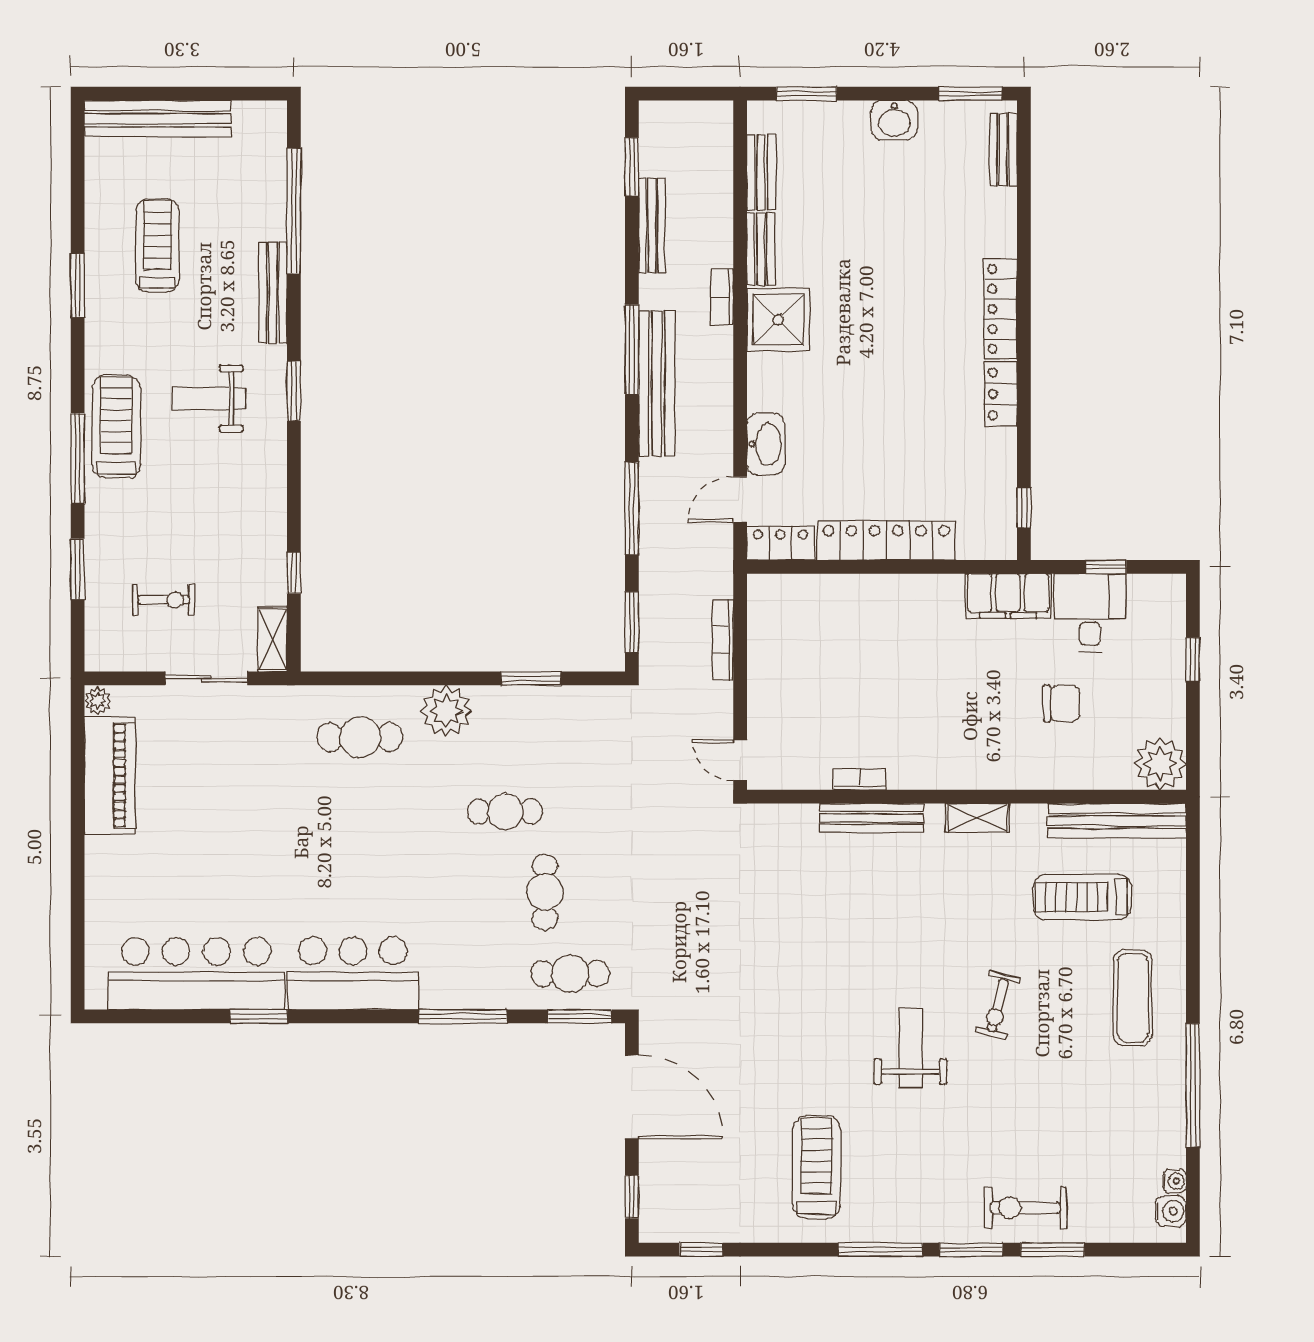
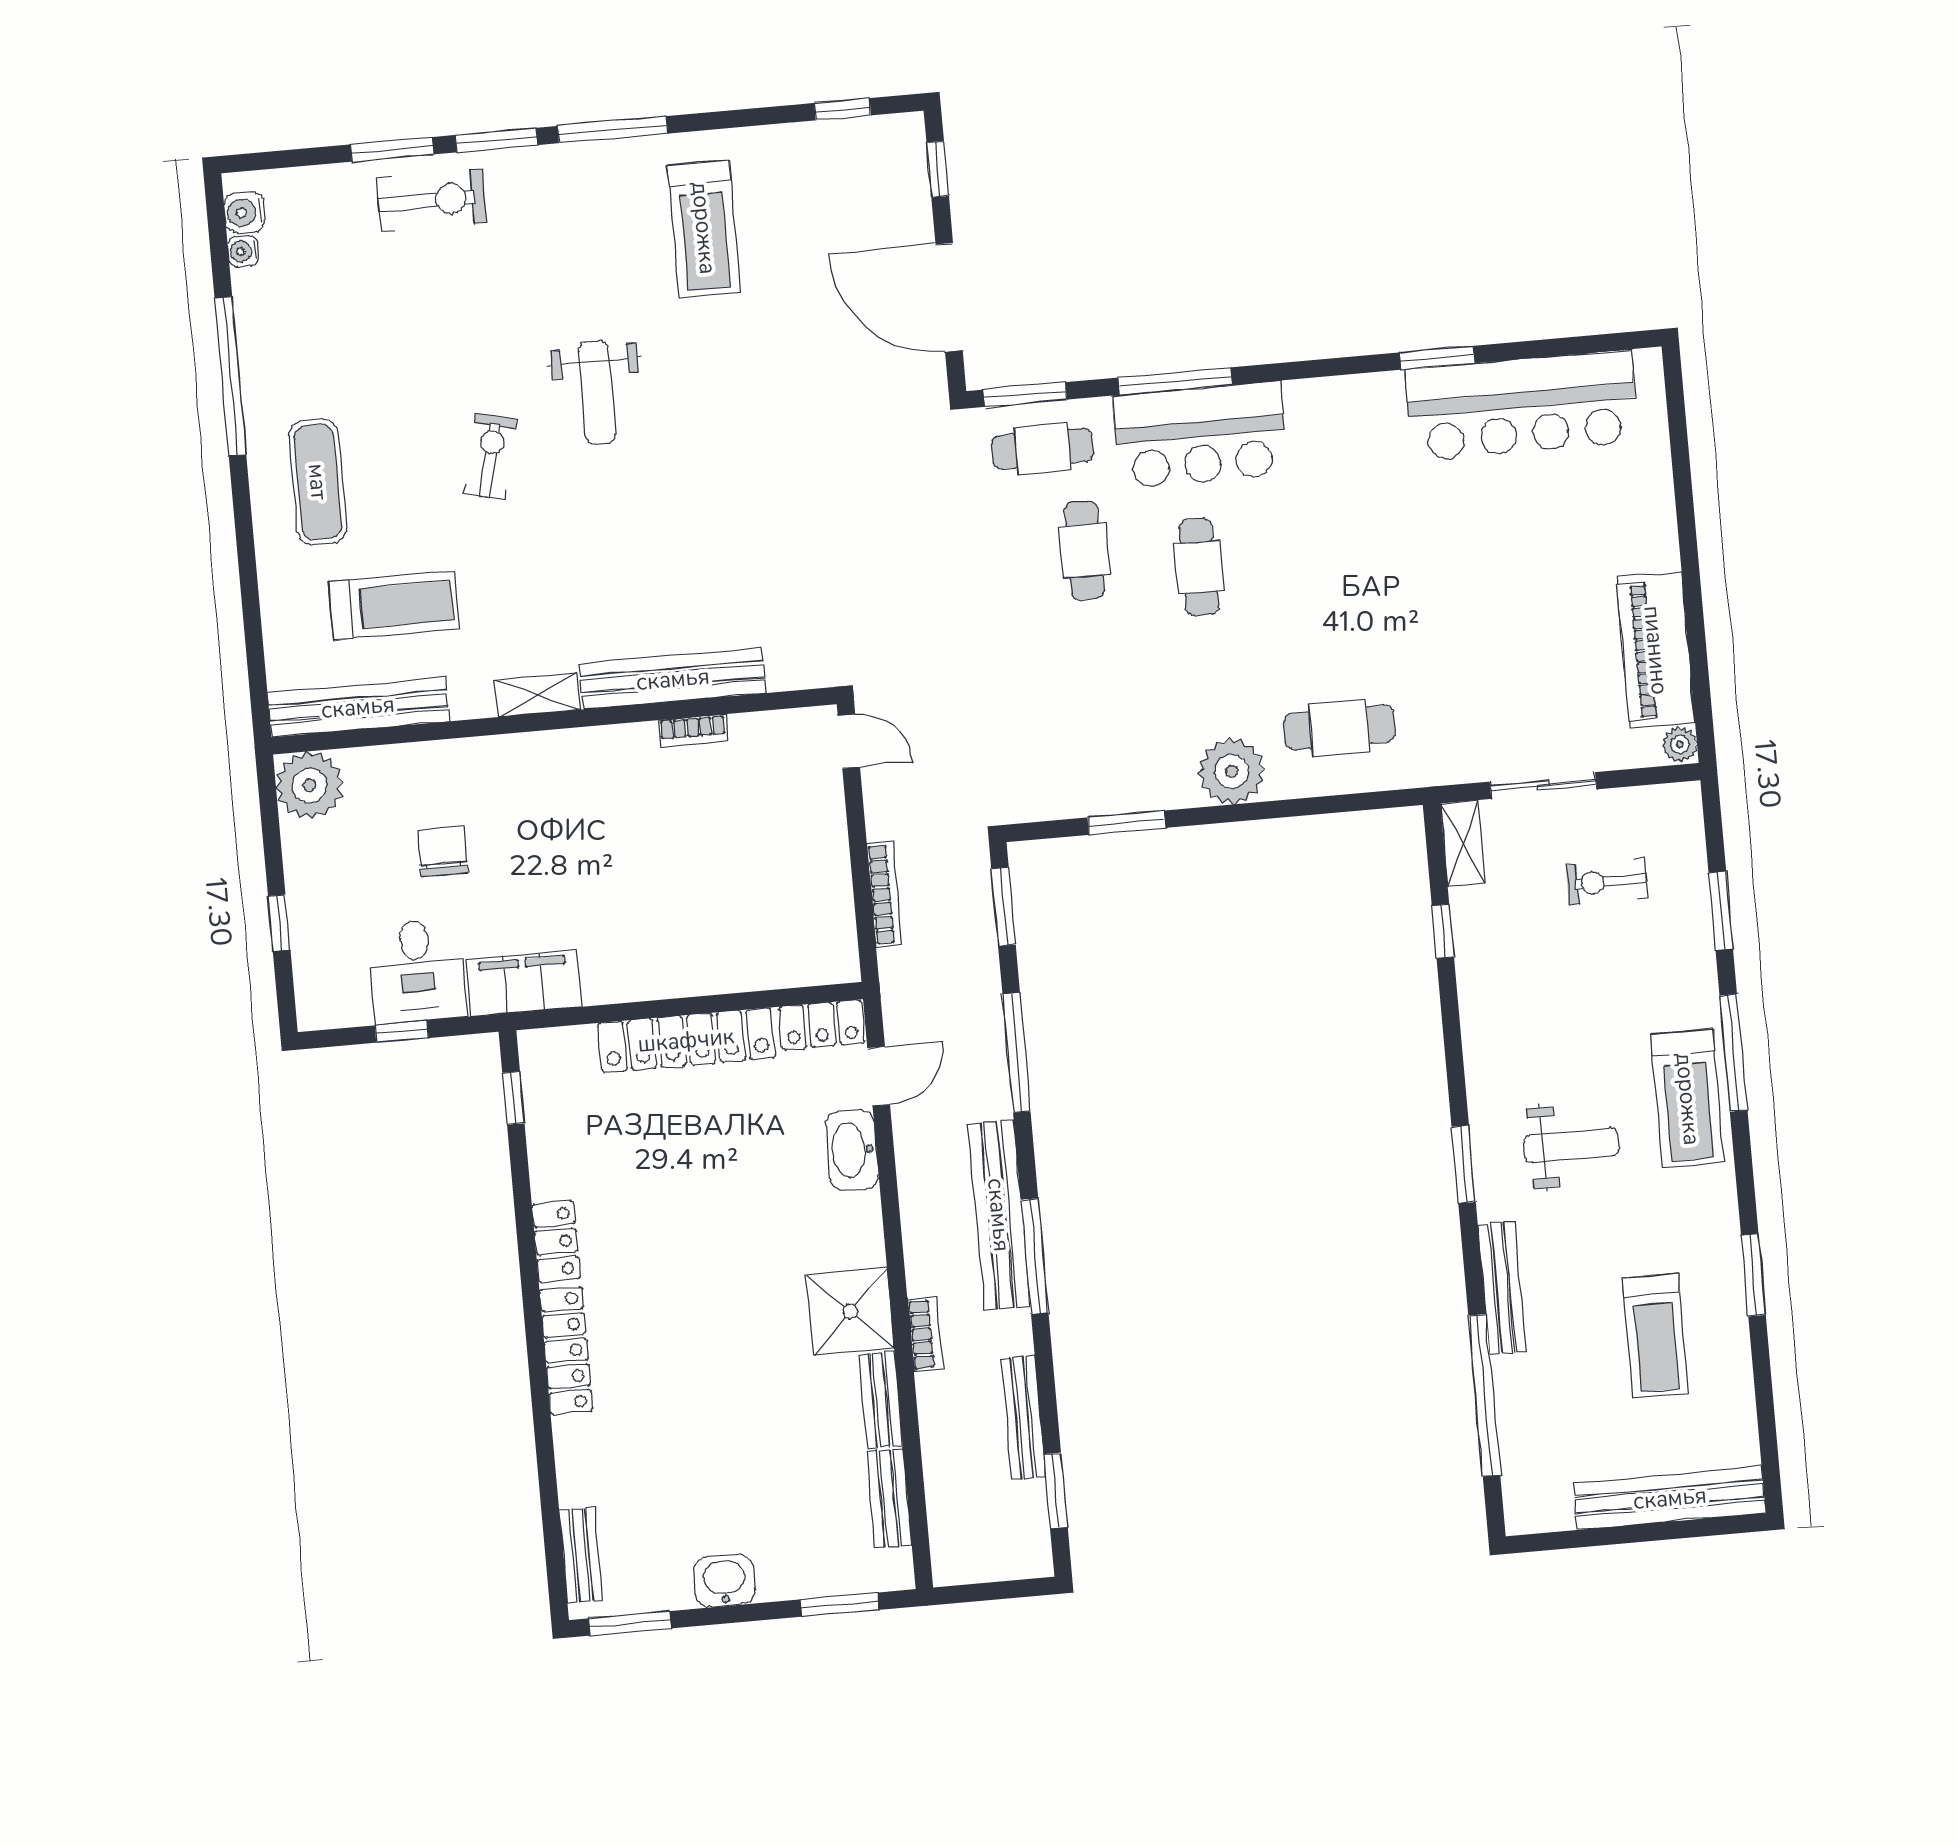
chair: (1062, 703) -> (443, 851), turned 90
cafe table: (505, 812) -> (1199, 567), moved, turned 90
bench: (872, 818) -> (673, 679), width x1.37, depth x1.21
bar counter: (353, 973) -> (1200, 435), moved

